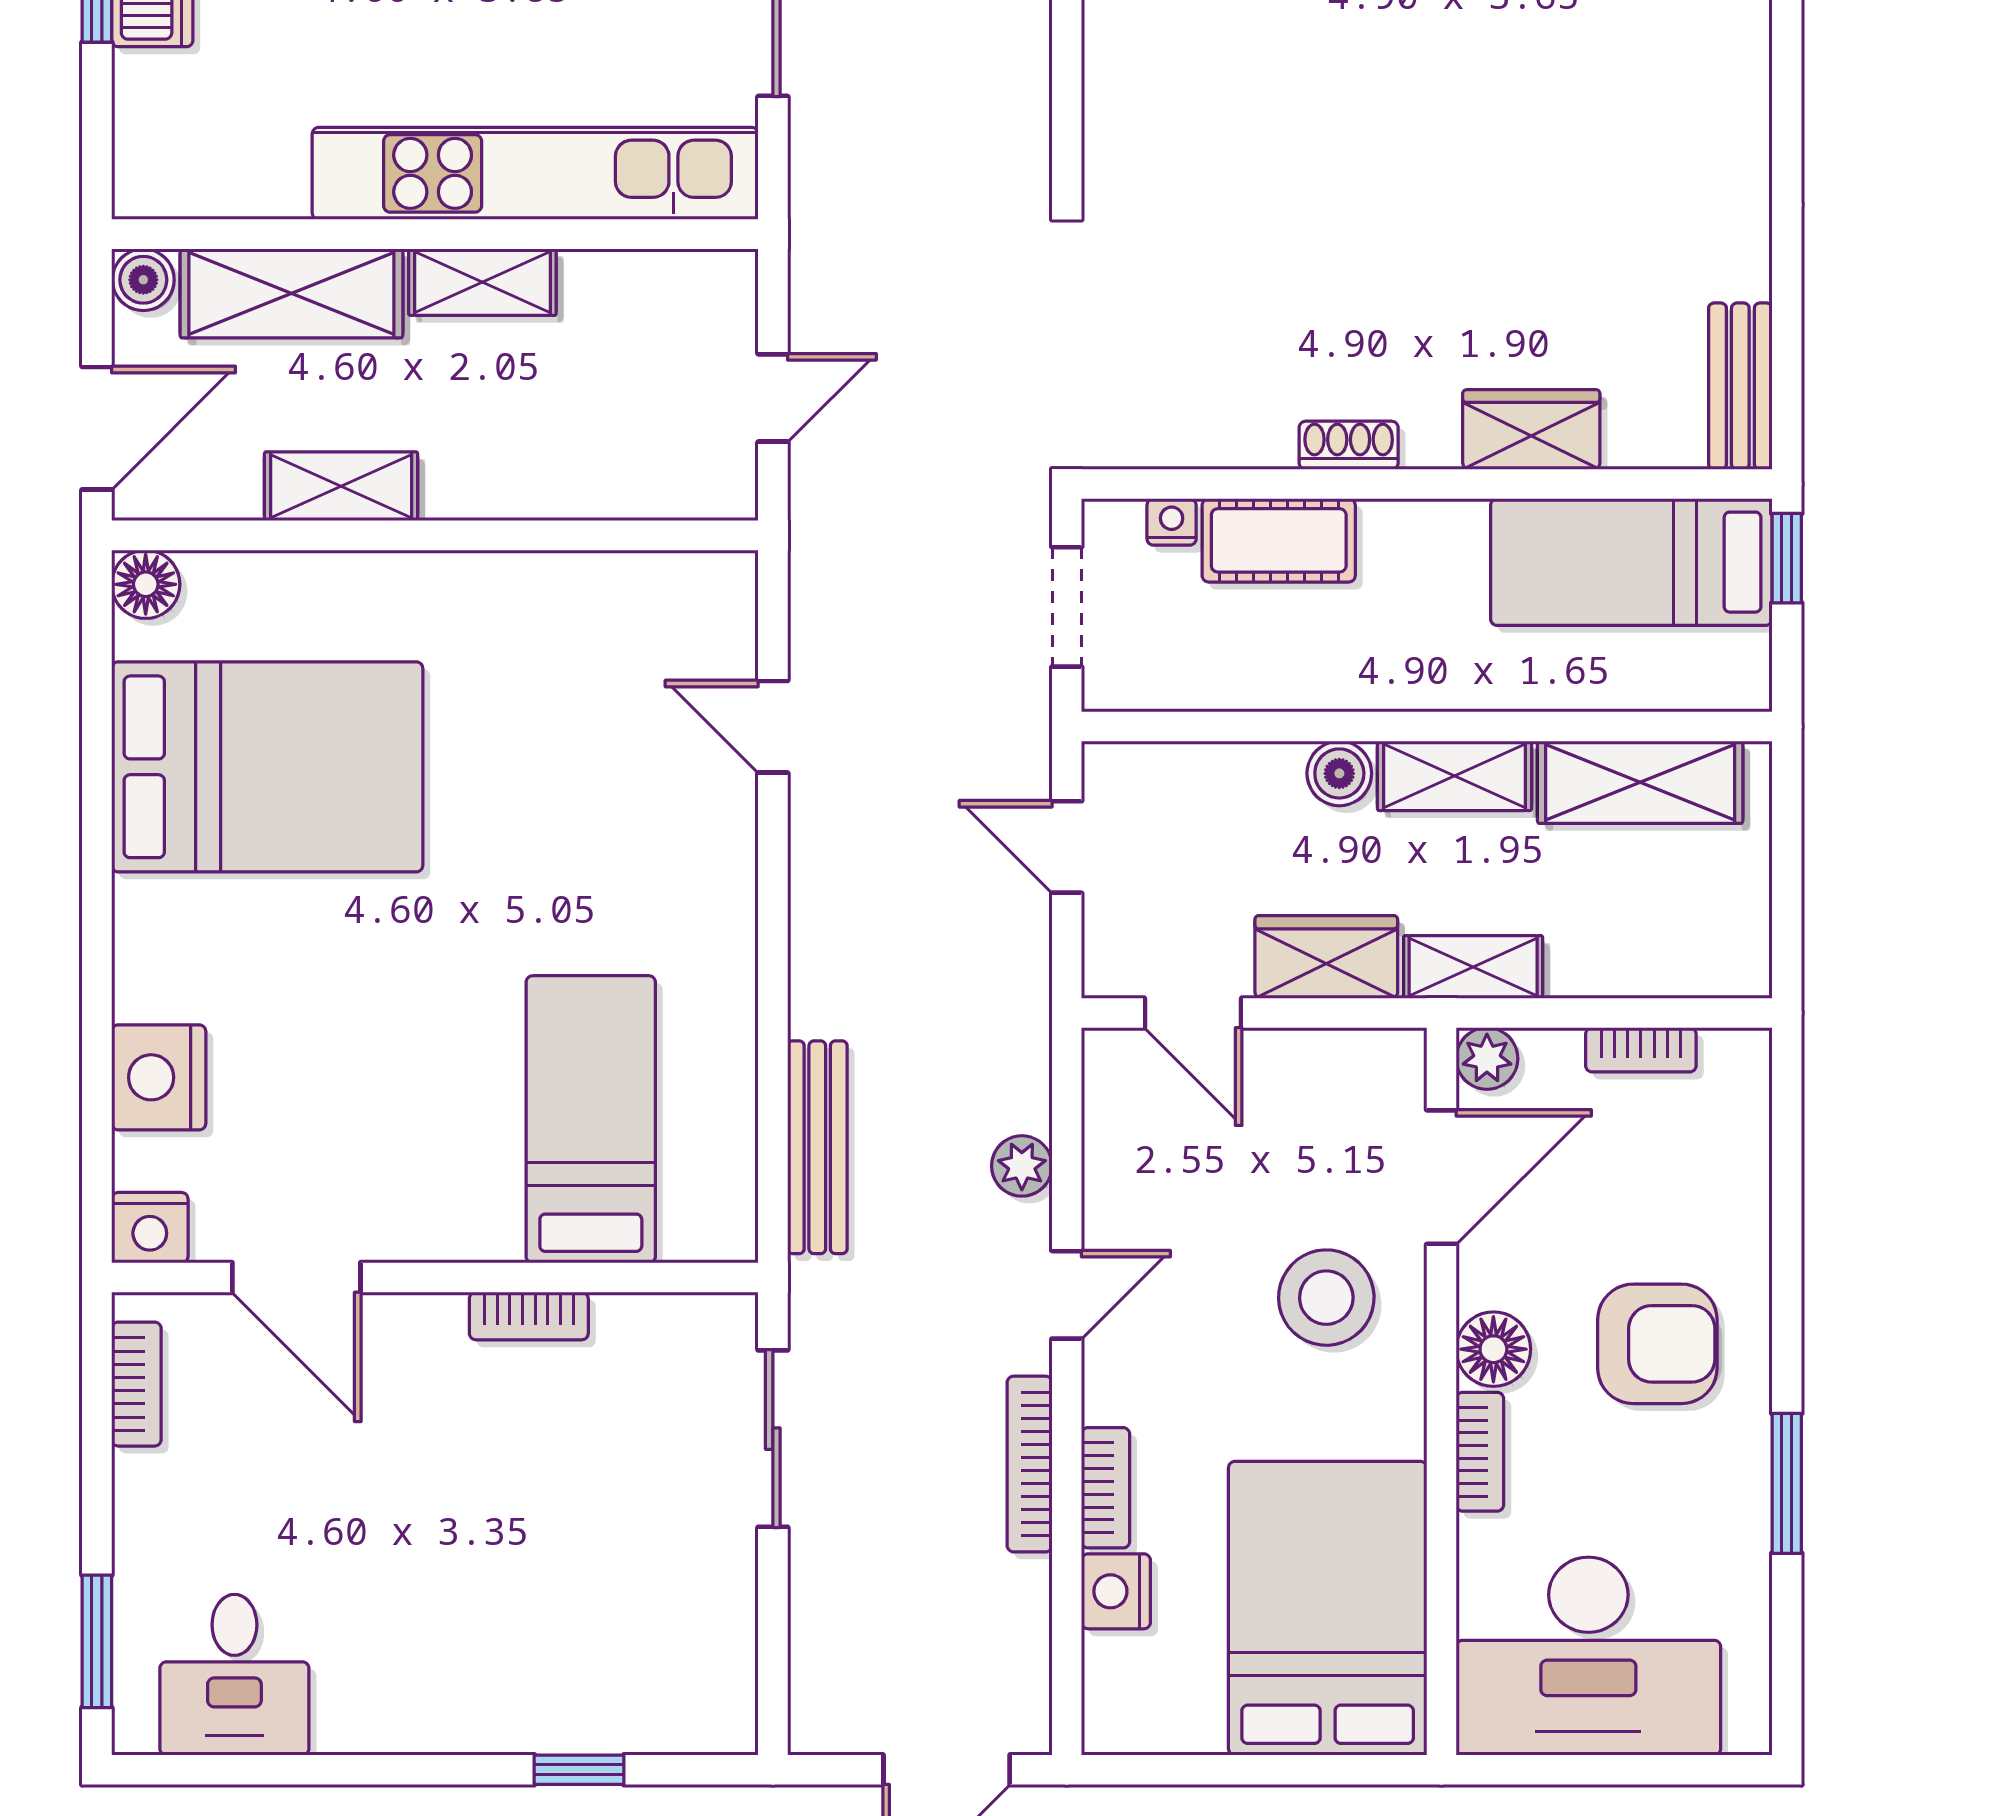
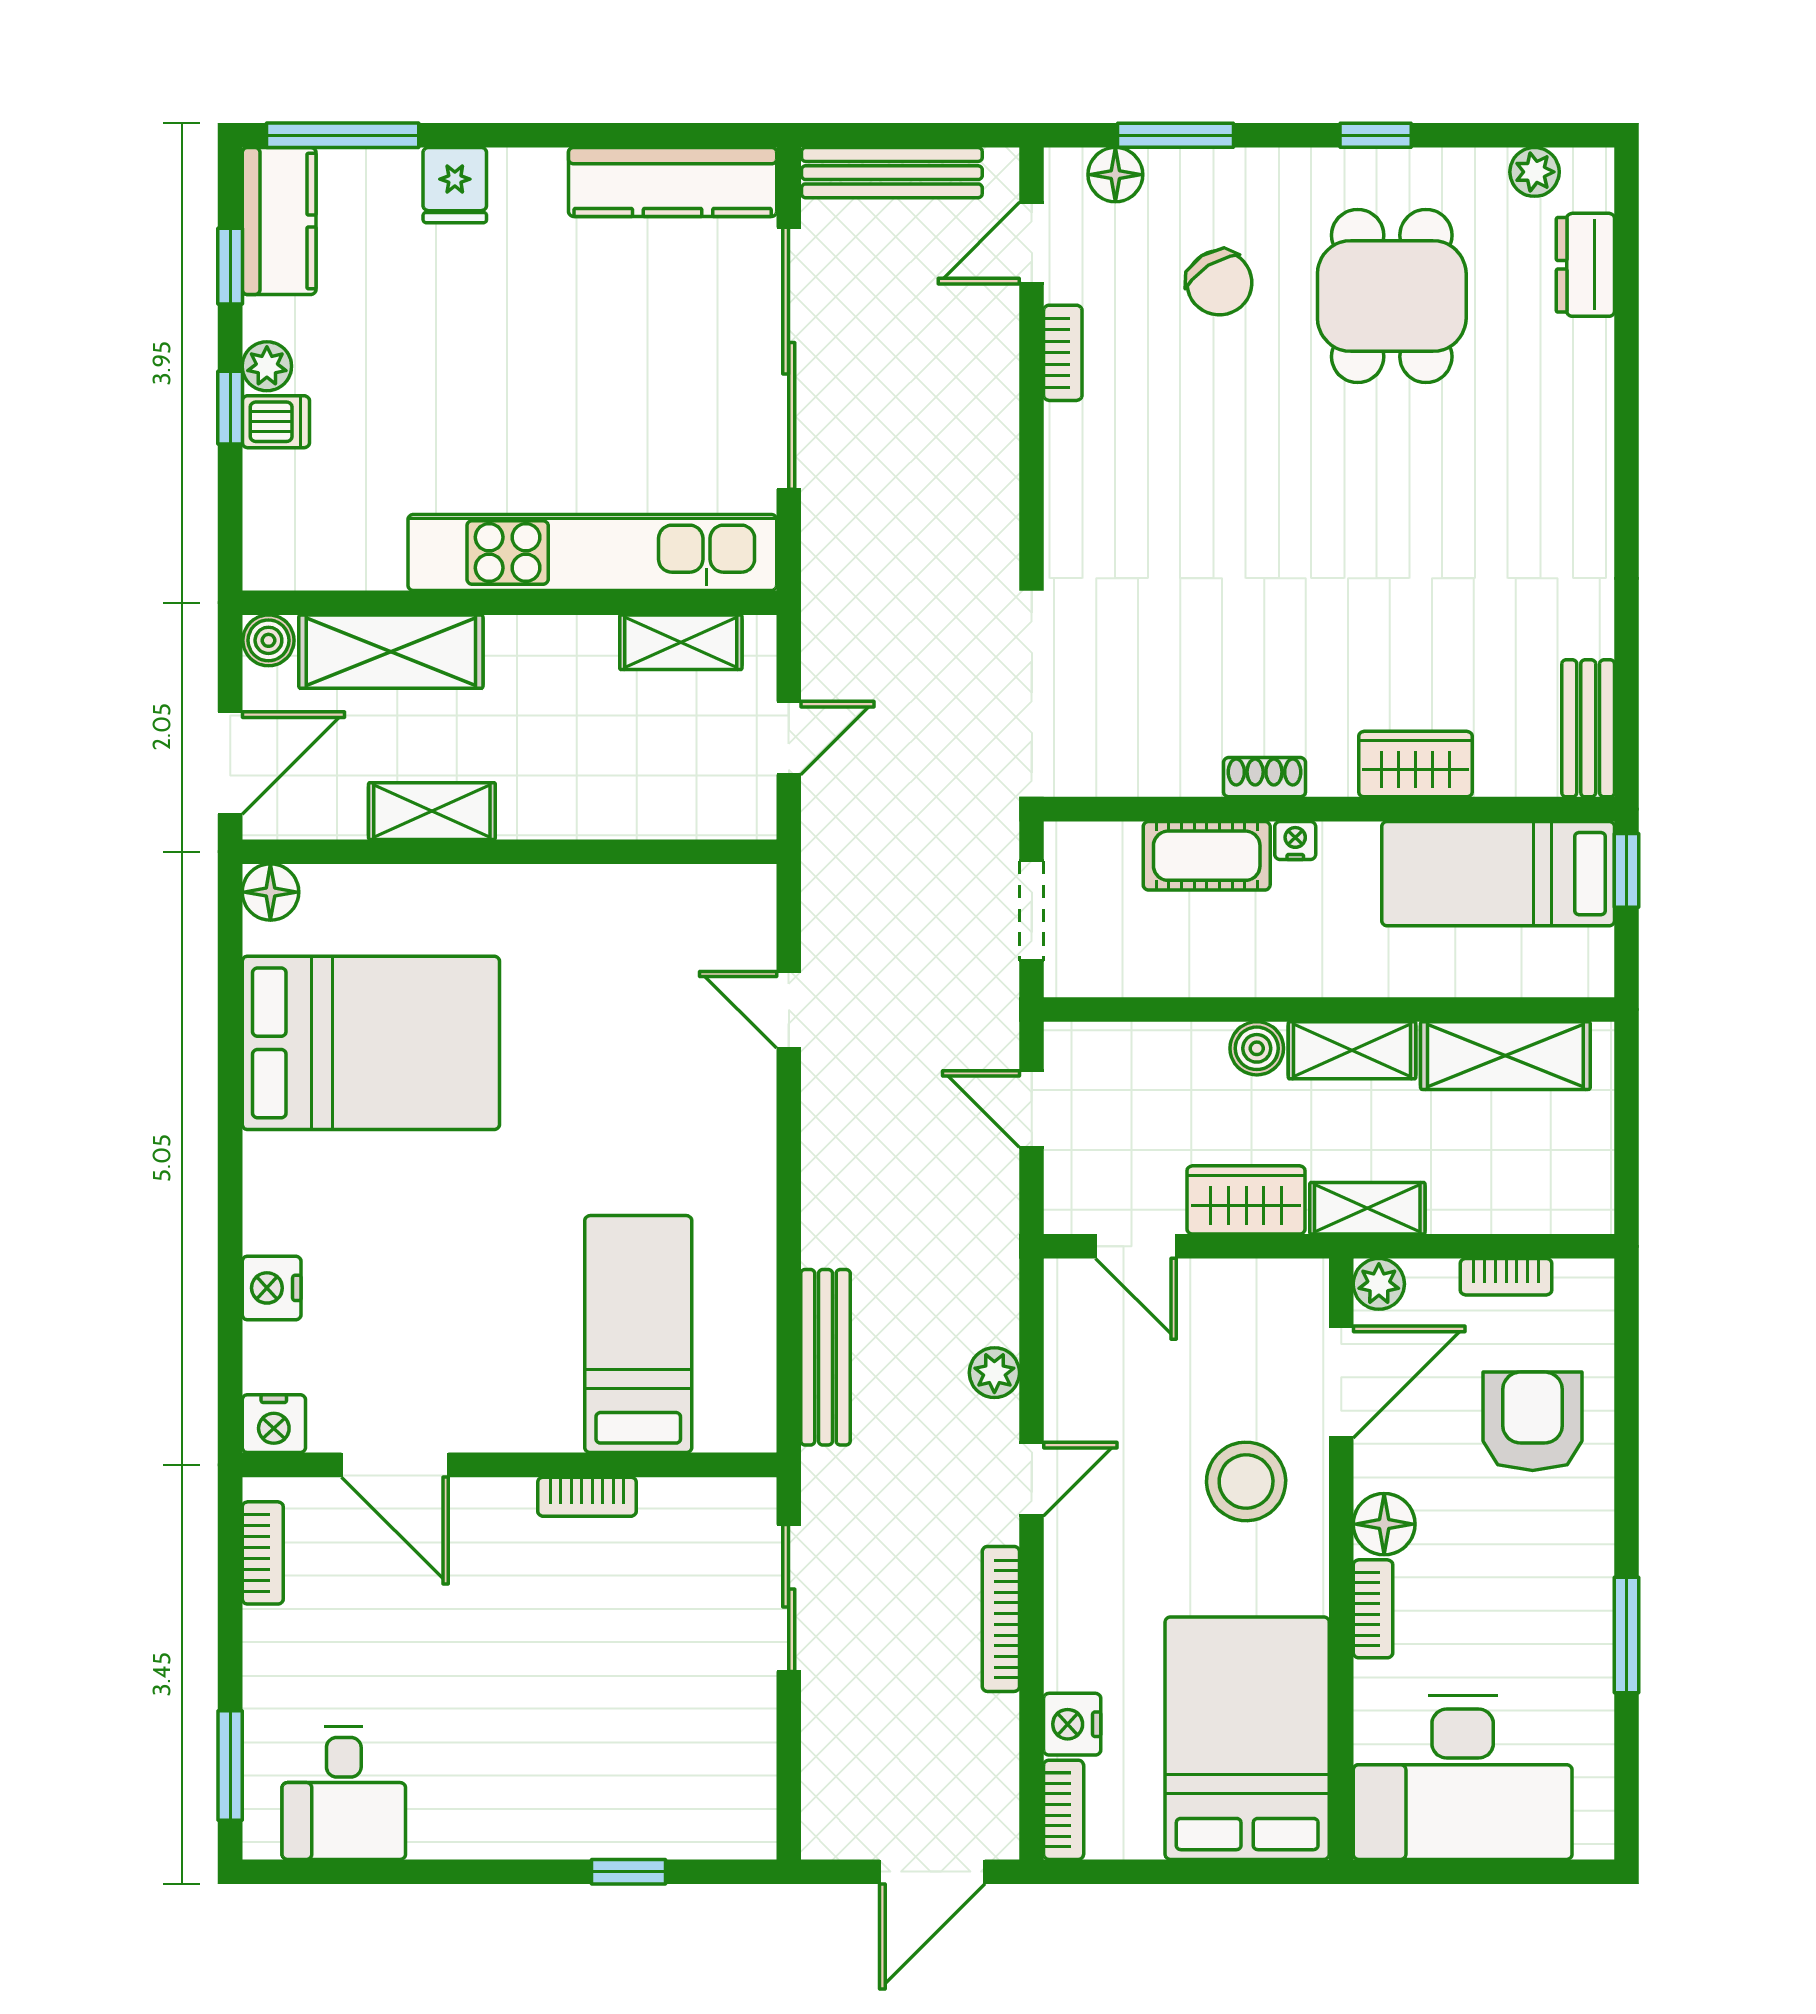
shelving: (482, 282) -> (681, 642), moved
nightstand: (1172, 522) -> (1295, 841), moved
nightstand: (159, 1077) -> (272, 1288), width x0.74, depth x0.75
armchair: (1657, 1344) -> (1533, 1421), moved, turned -90
bookcase: (1106, 1488) -> (1064, 1810), moved

